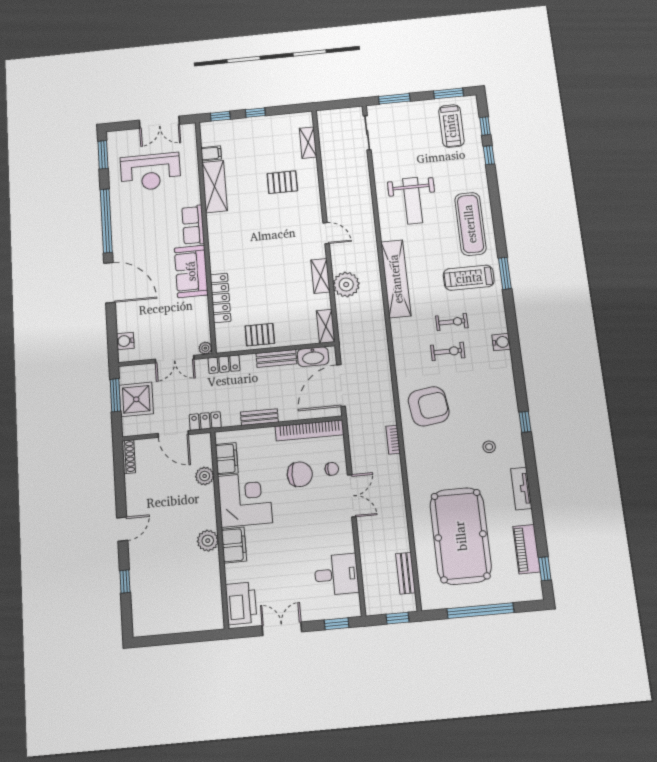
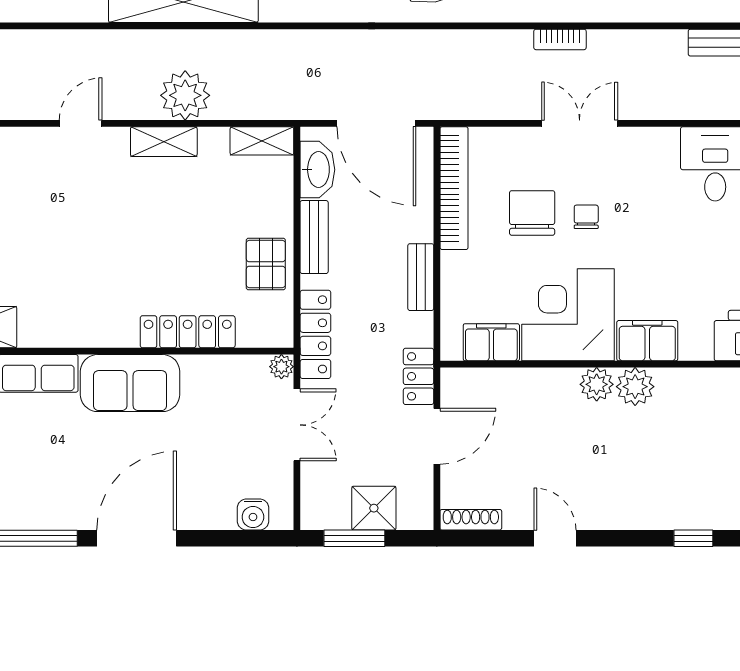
locker: (224, 364) -> (315, 334), width x1.53
shower: (136, 399) -> (374, 508), width x0.73, depth x0.73
bookcase: (393, 440) -> (560, 39), moved
chair: (332, 469) -> (586, 217), moved
plant: (205, 476) -> (597, 384), moved
door: (122, 529) -> (555, 538), moved

